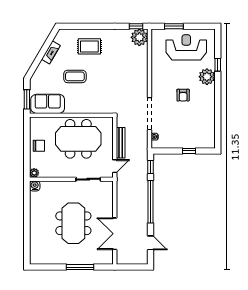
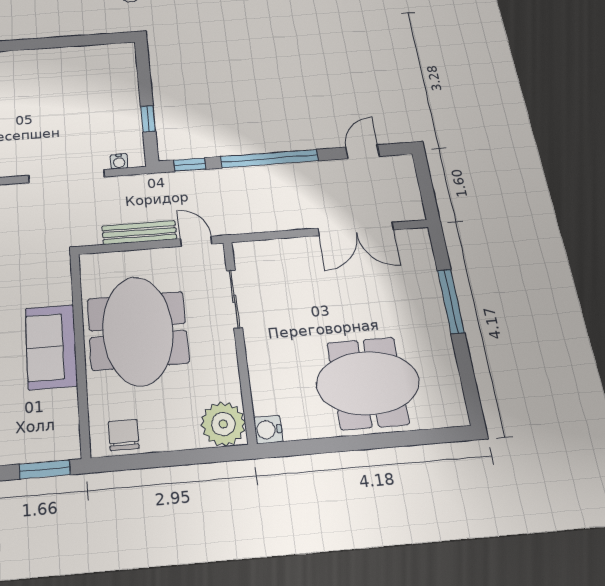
armchair: (183, 95) -> (21, 111), removed
sofa: (48, 104) -> (51, 347), moved
chair: (39, 146) -> (124, 435), moved
window: (189, 151) -> (148, 119), moved
plant: (34, 173) -> (223, 424), width x1.88, depth x1.88
meeting table: (73, 223) -> (368, 383), moved

